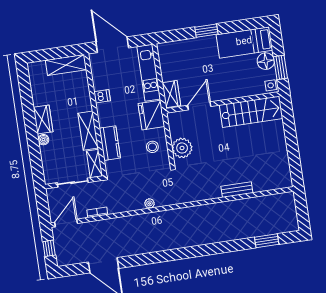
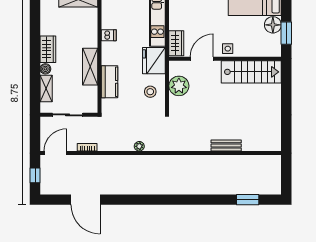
side table: (271, 85) -> (228, 49), moved
plant: (182, 148) -> (179, 86), moved
shelving: (94, 164) -> (46, 89), moved

